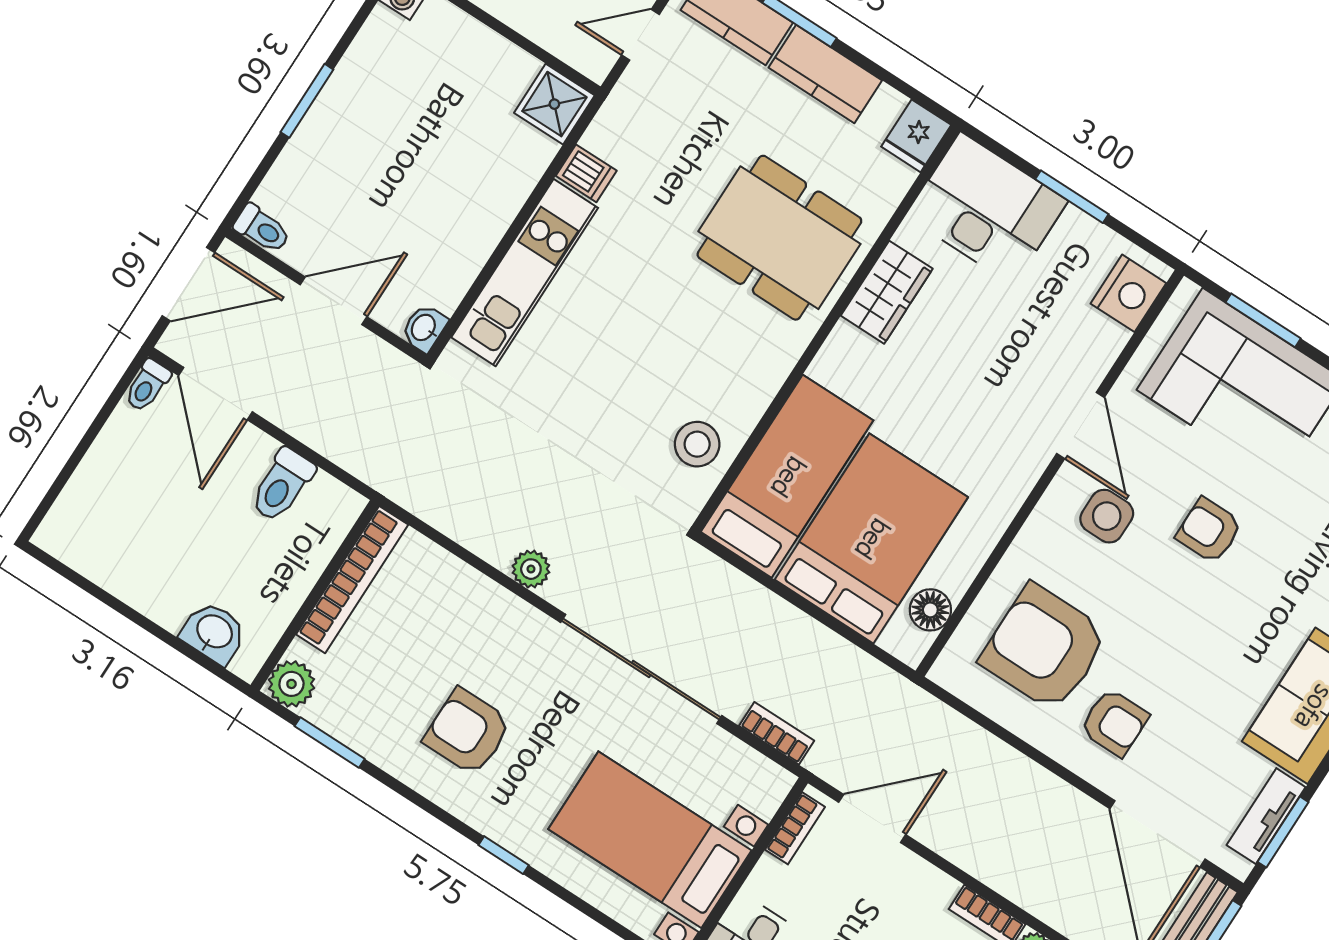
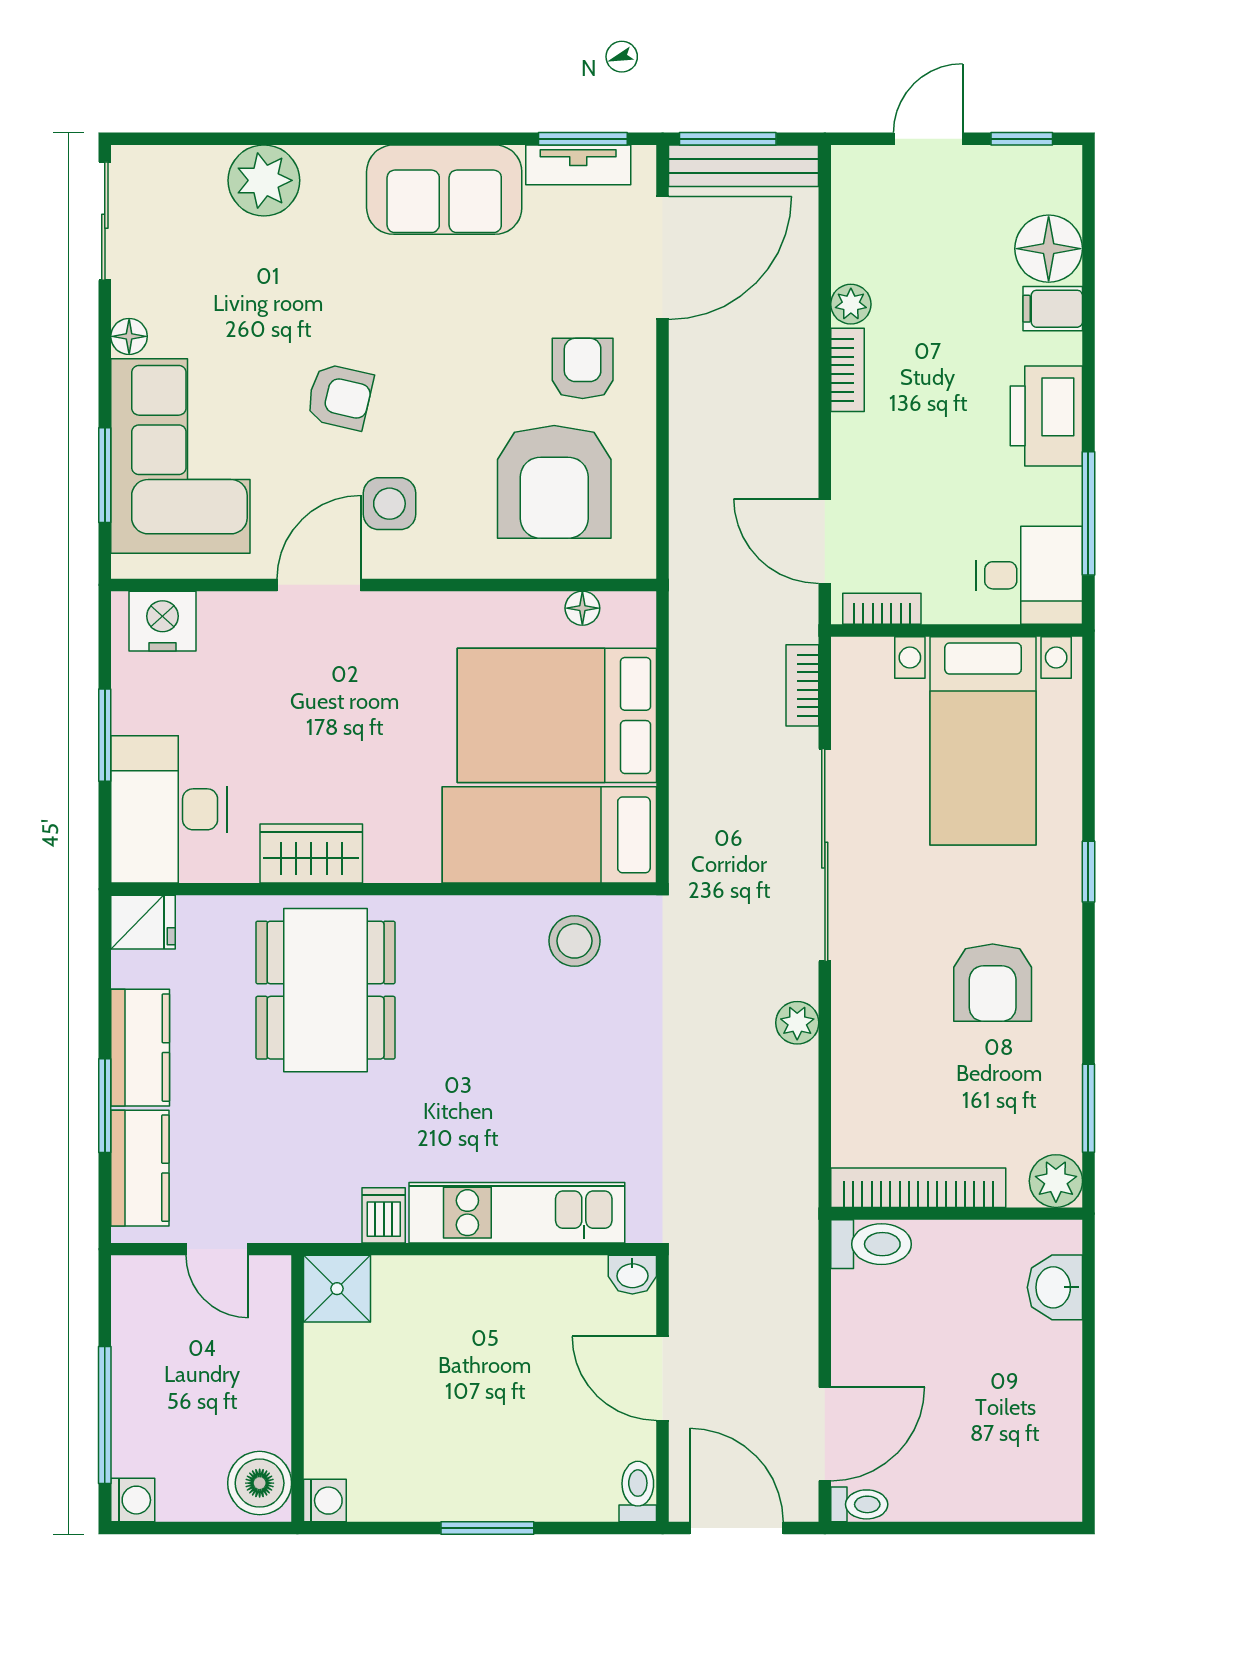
toilet: (282, 485) -> (871, 1244), moved
armchair: (1209, 530) -> (340, 397), turned -77
floor lamp: (930, 610) -> (582, 608), width x0.73, depth x0.73

